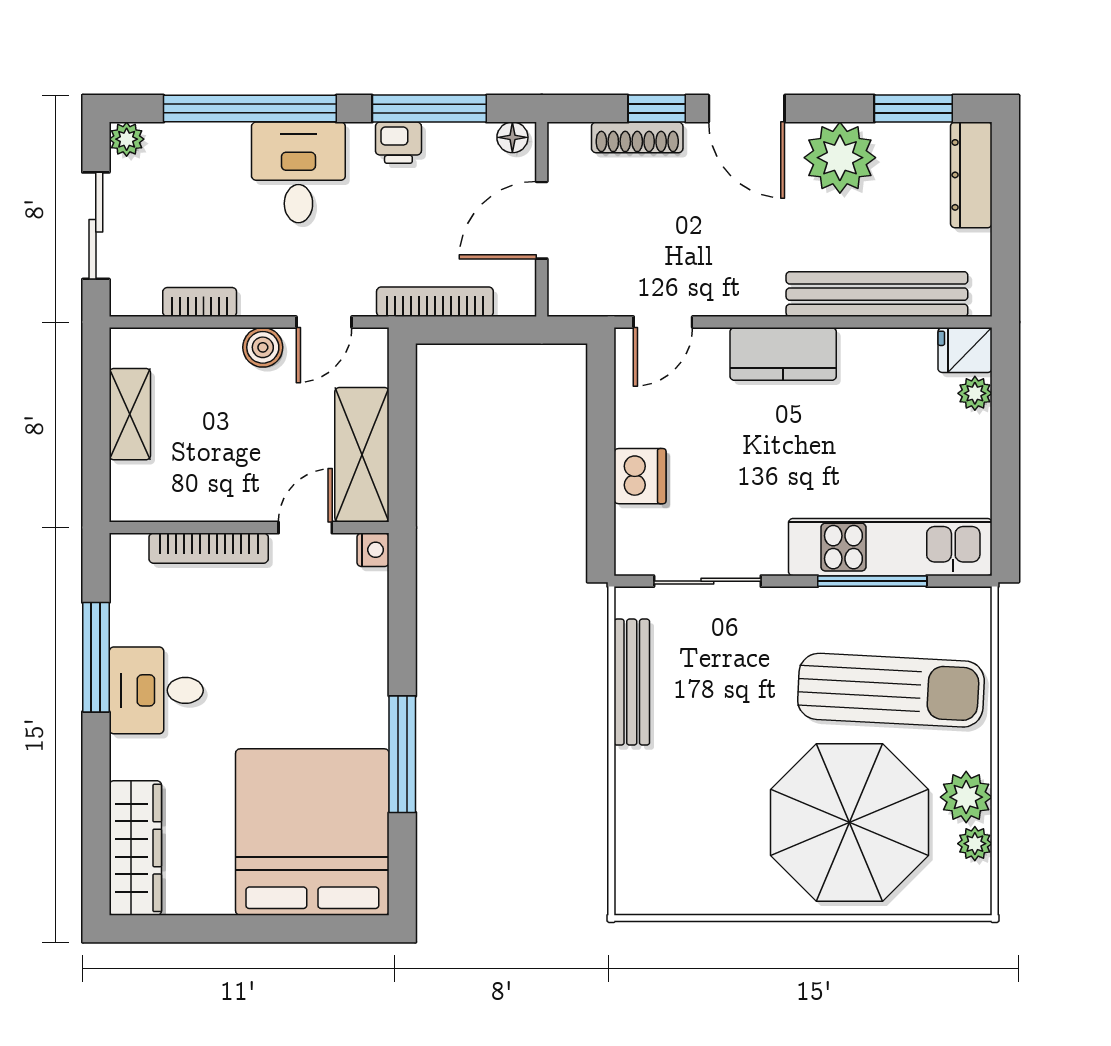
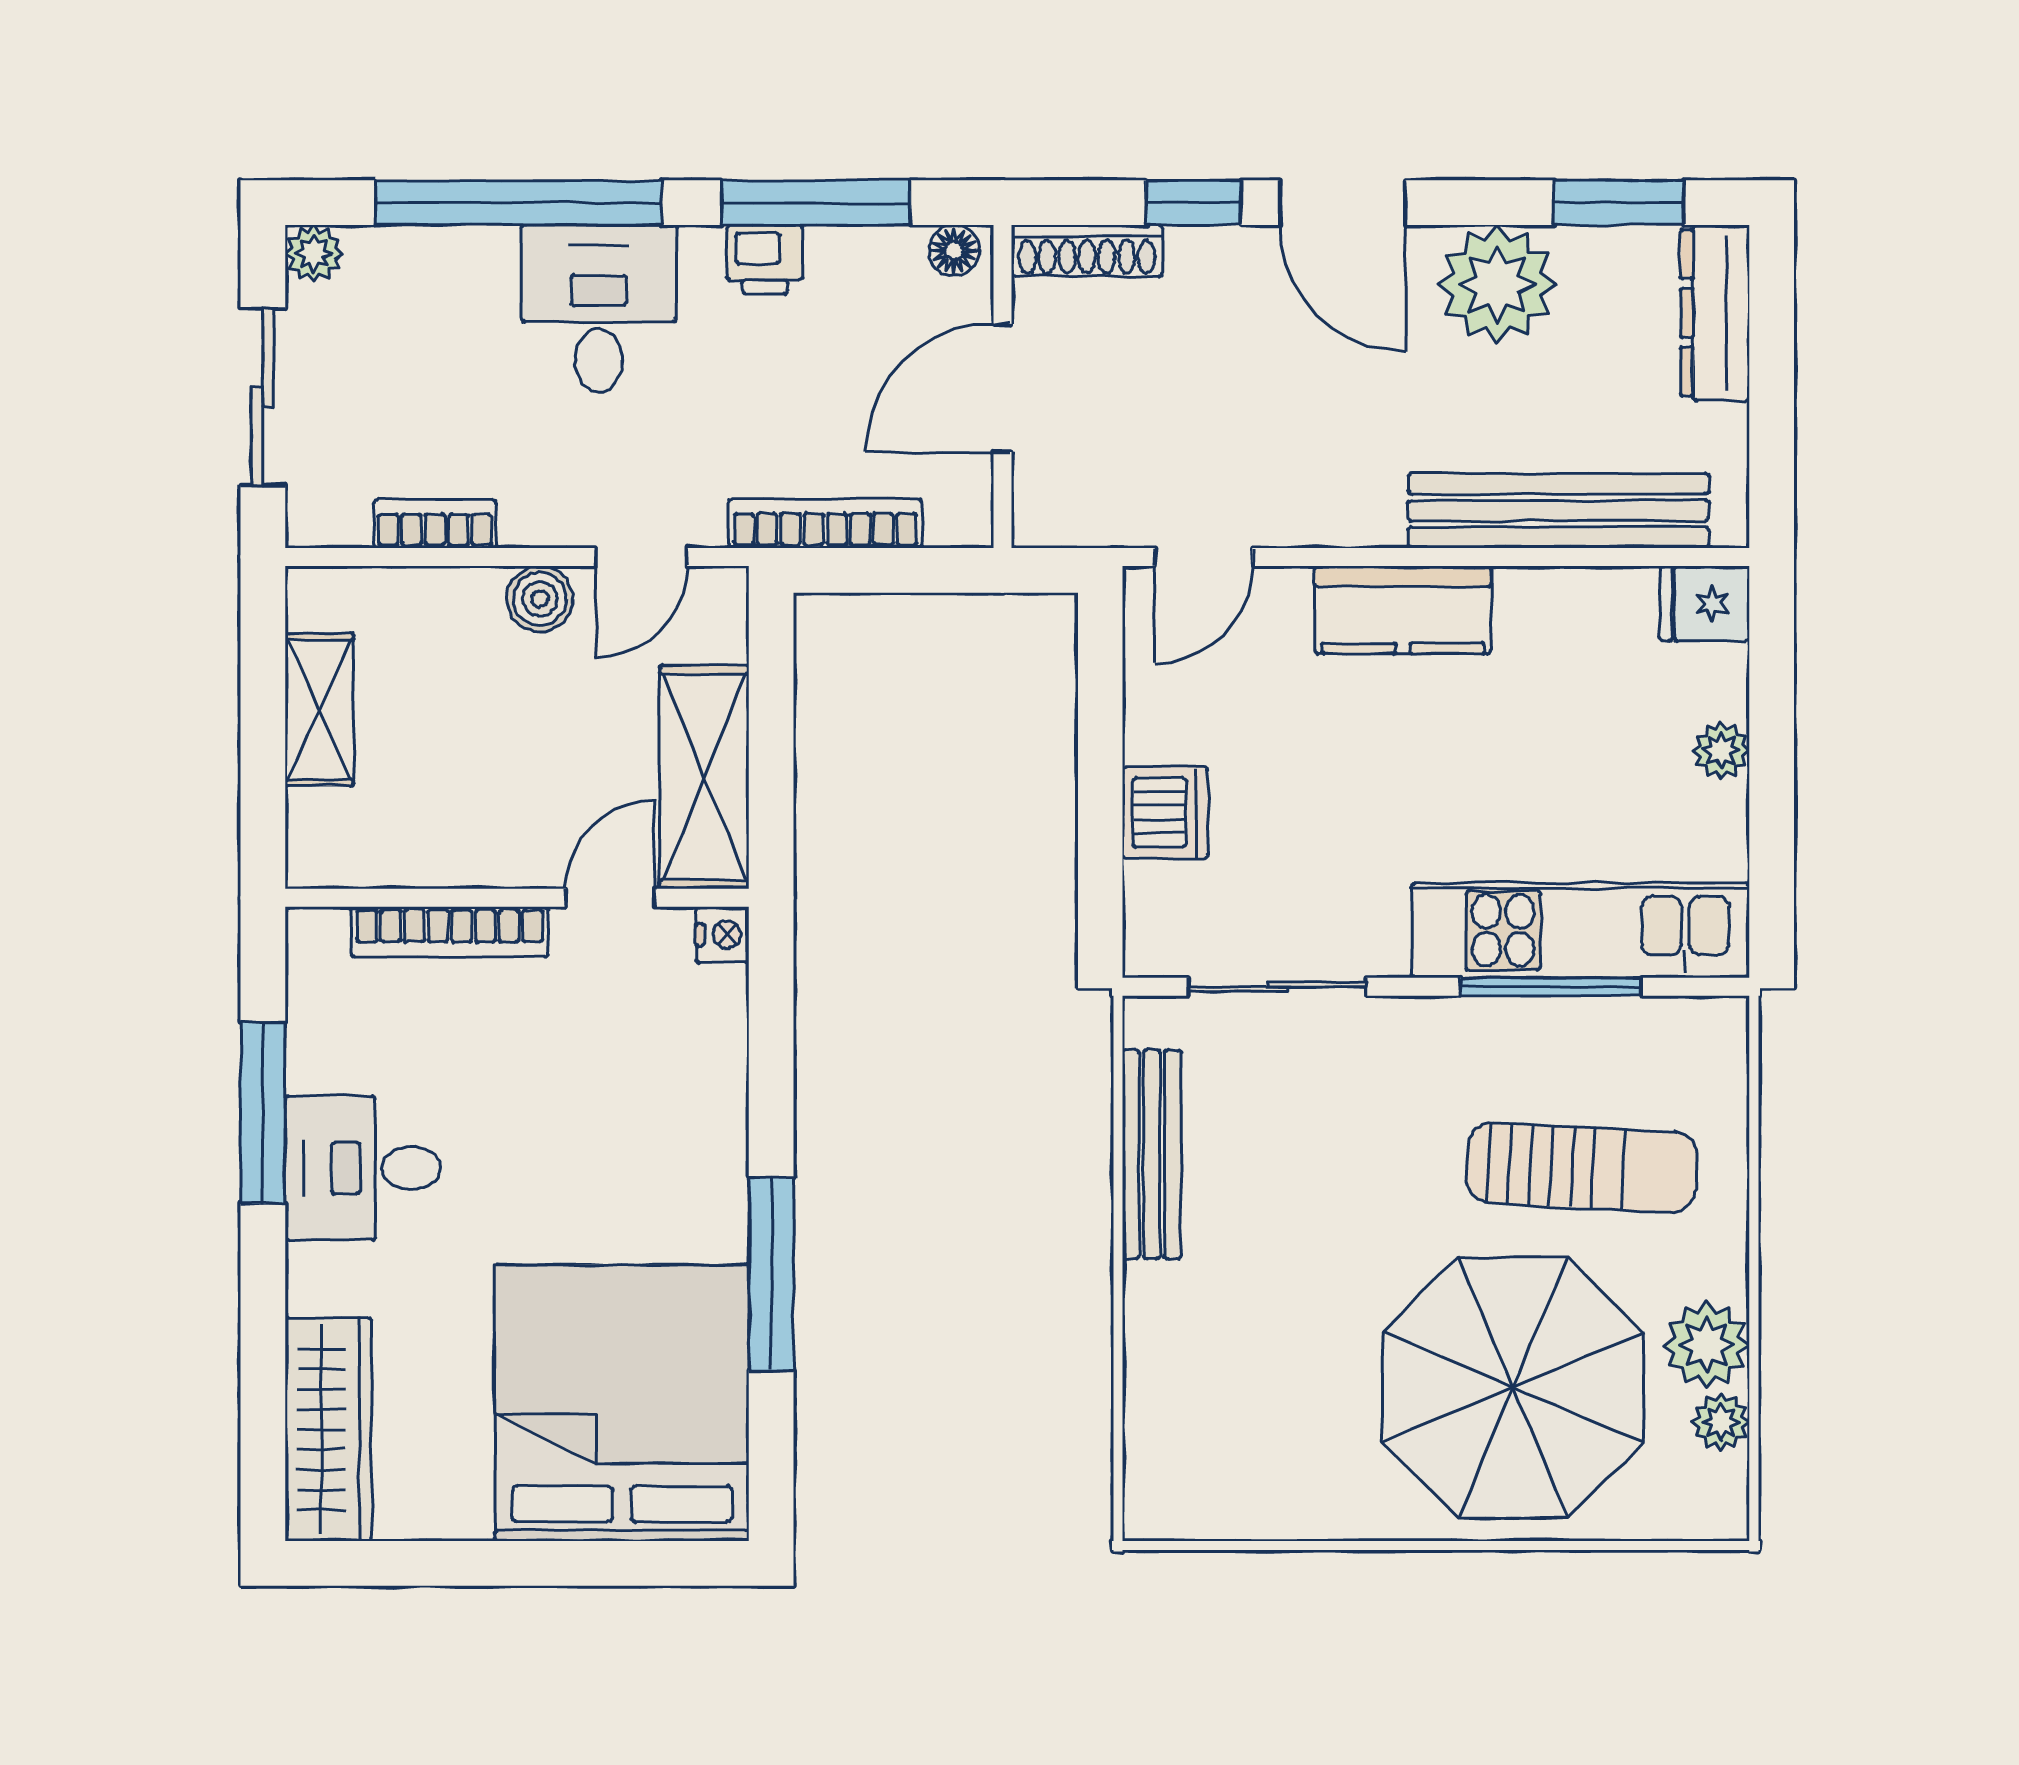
shoe rack: (637, 137) -> (1087, 251), moved
plant: (975, 393) -> (1721, 750), moved
sun lounger: (891, 690) -> (1582, 1168), width x0.73, depth x0.75

